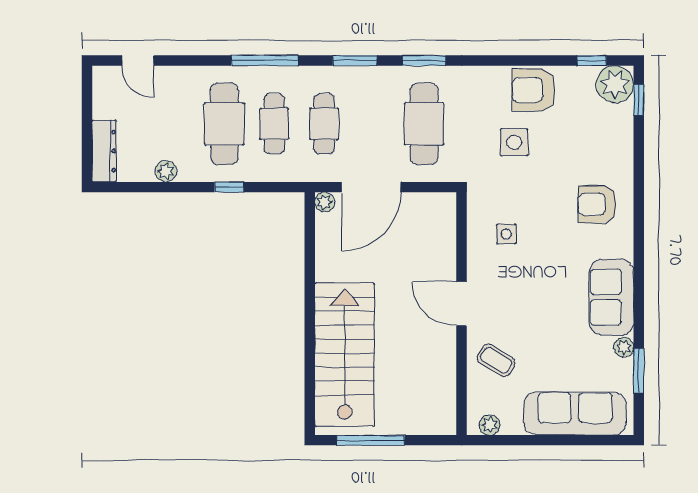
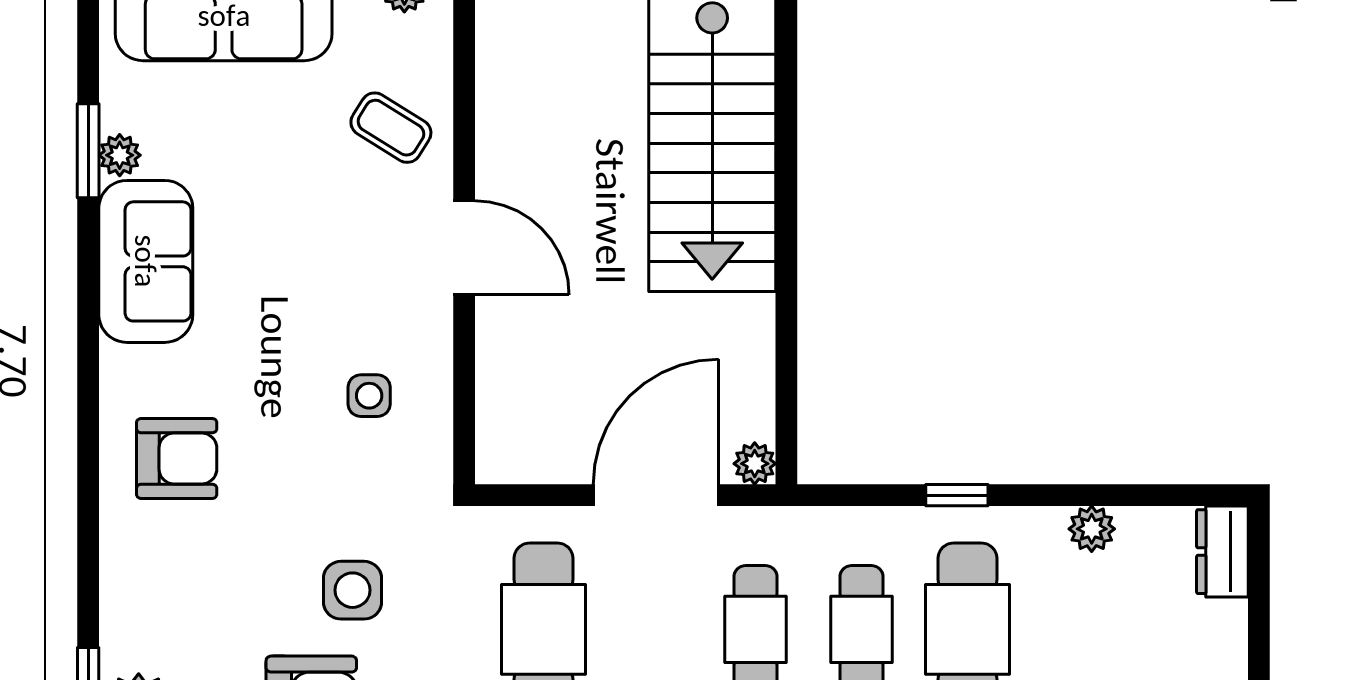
dresser: (104, 151) -> (1222, 552), width x0.70
window: (639, 371) -> (88, 151), moved

